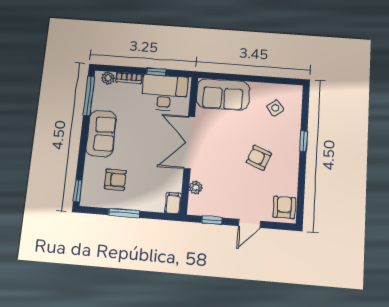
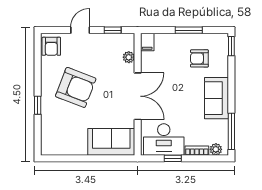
side table: (275, 108) -> (64, 133), removed
armchair: (259, 158) -> (76, 87), width x1.88, depth x1.88

